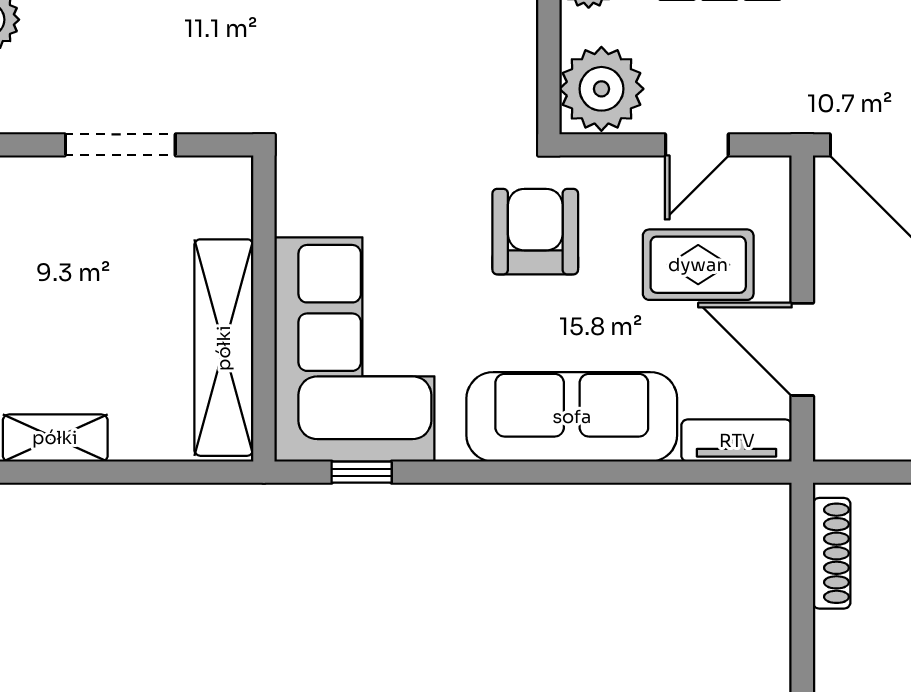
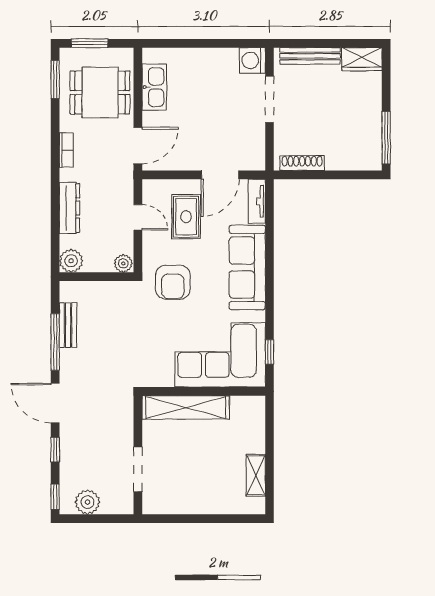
plant: (601, 89) -> (123, 263), width x0.53, depth x0.53
doorway: (120, 145) -> (138, 469), moved
armchair: (535, 232) -> (173, 282), turned -90
shelving: (224, 348) -> (186, 407), moved

